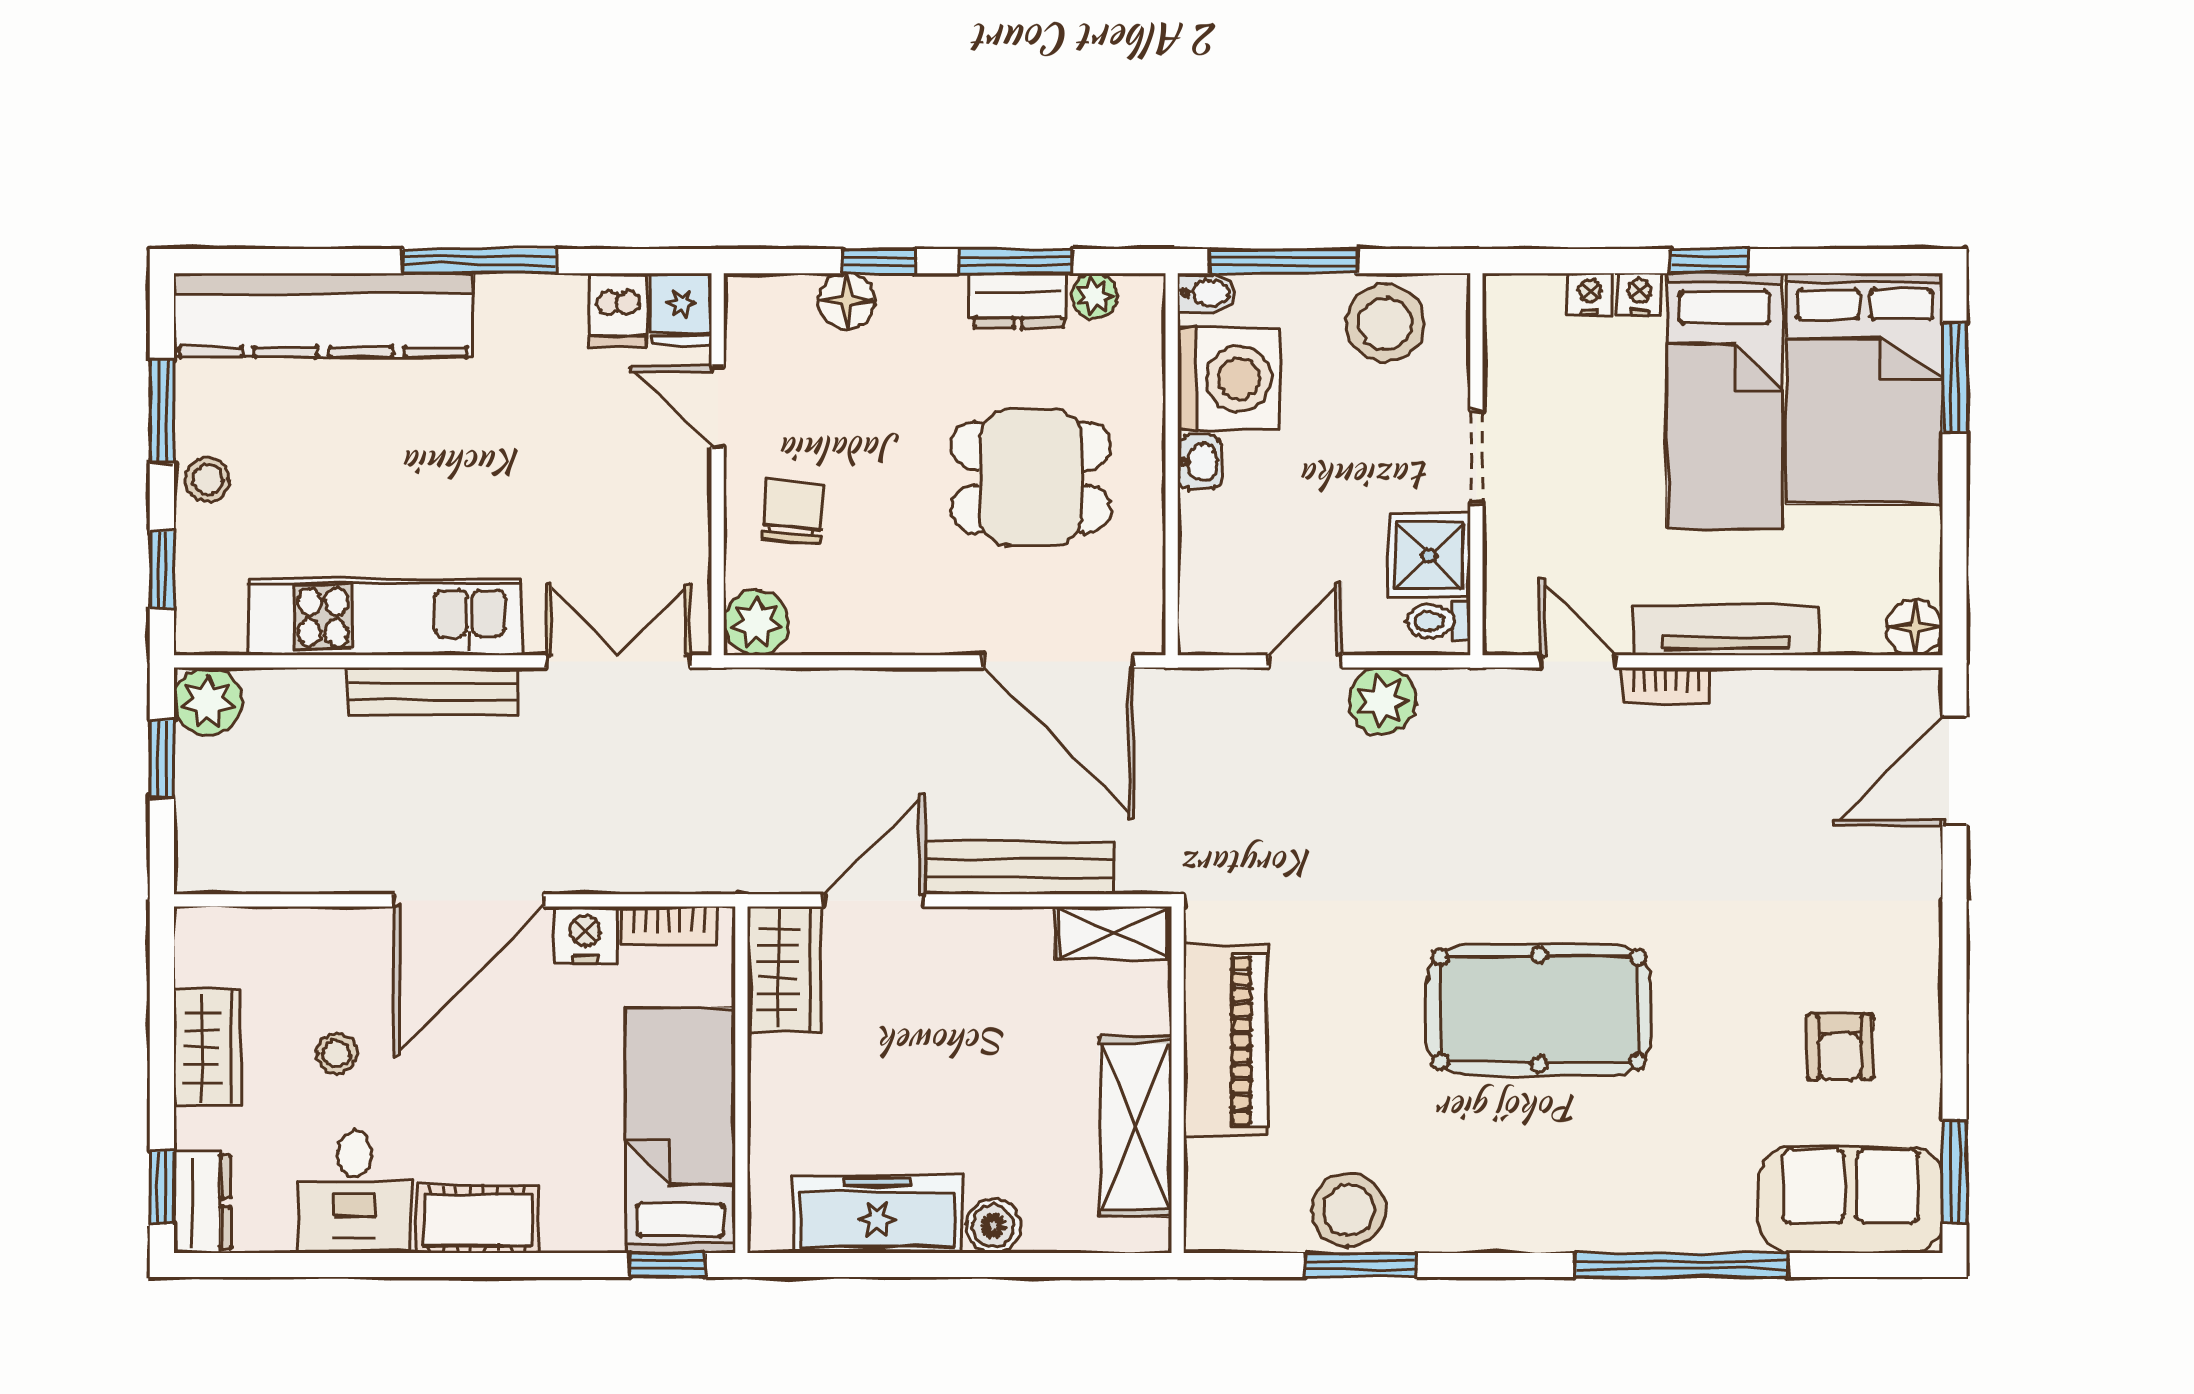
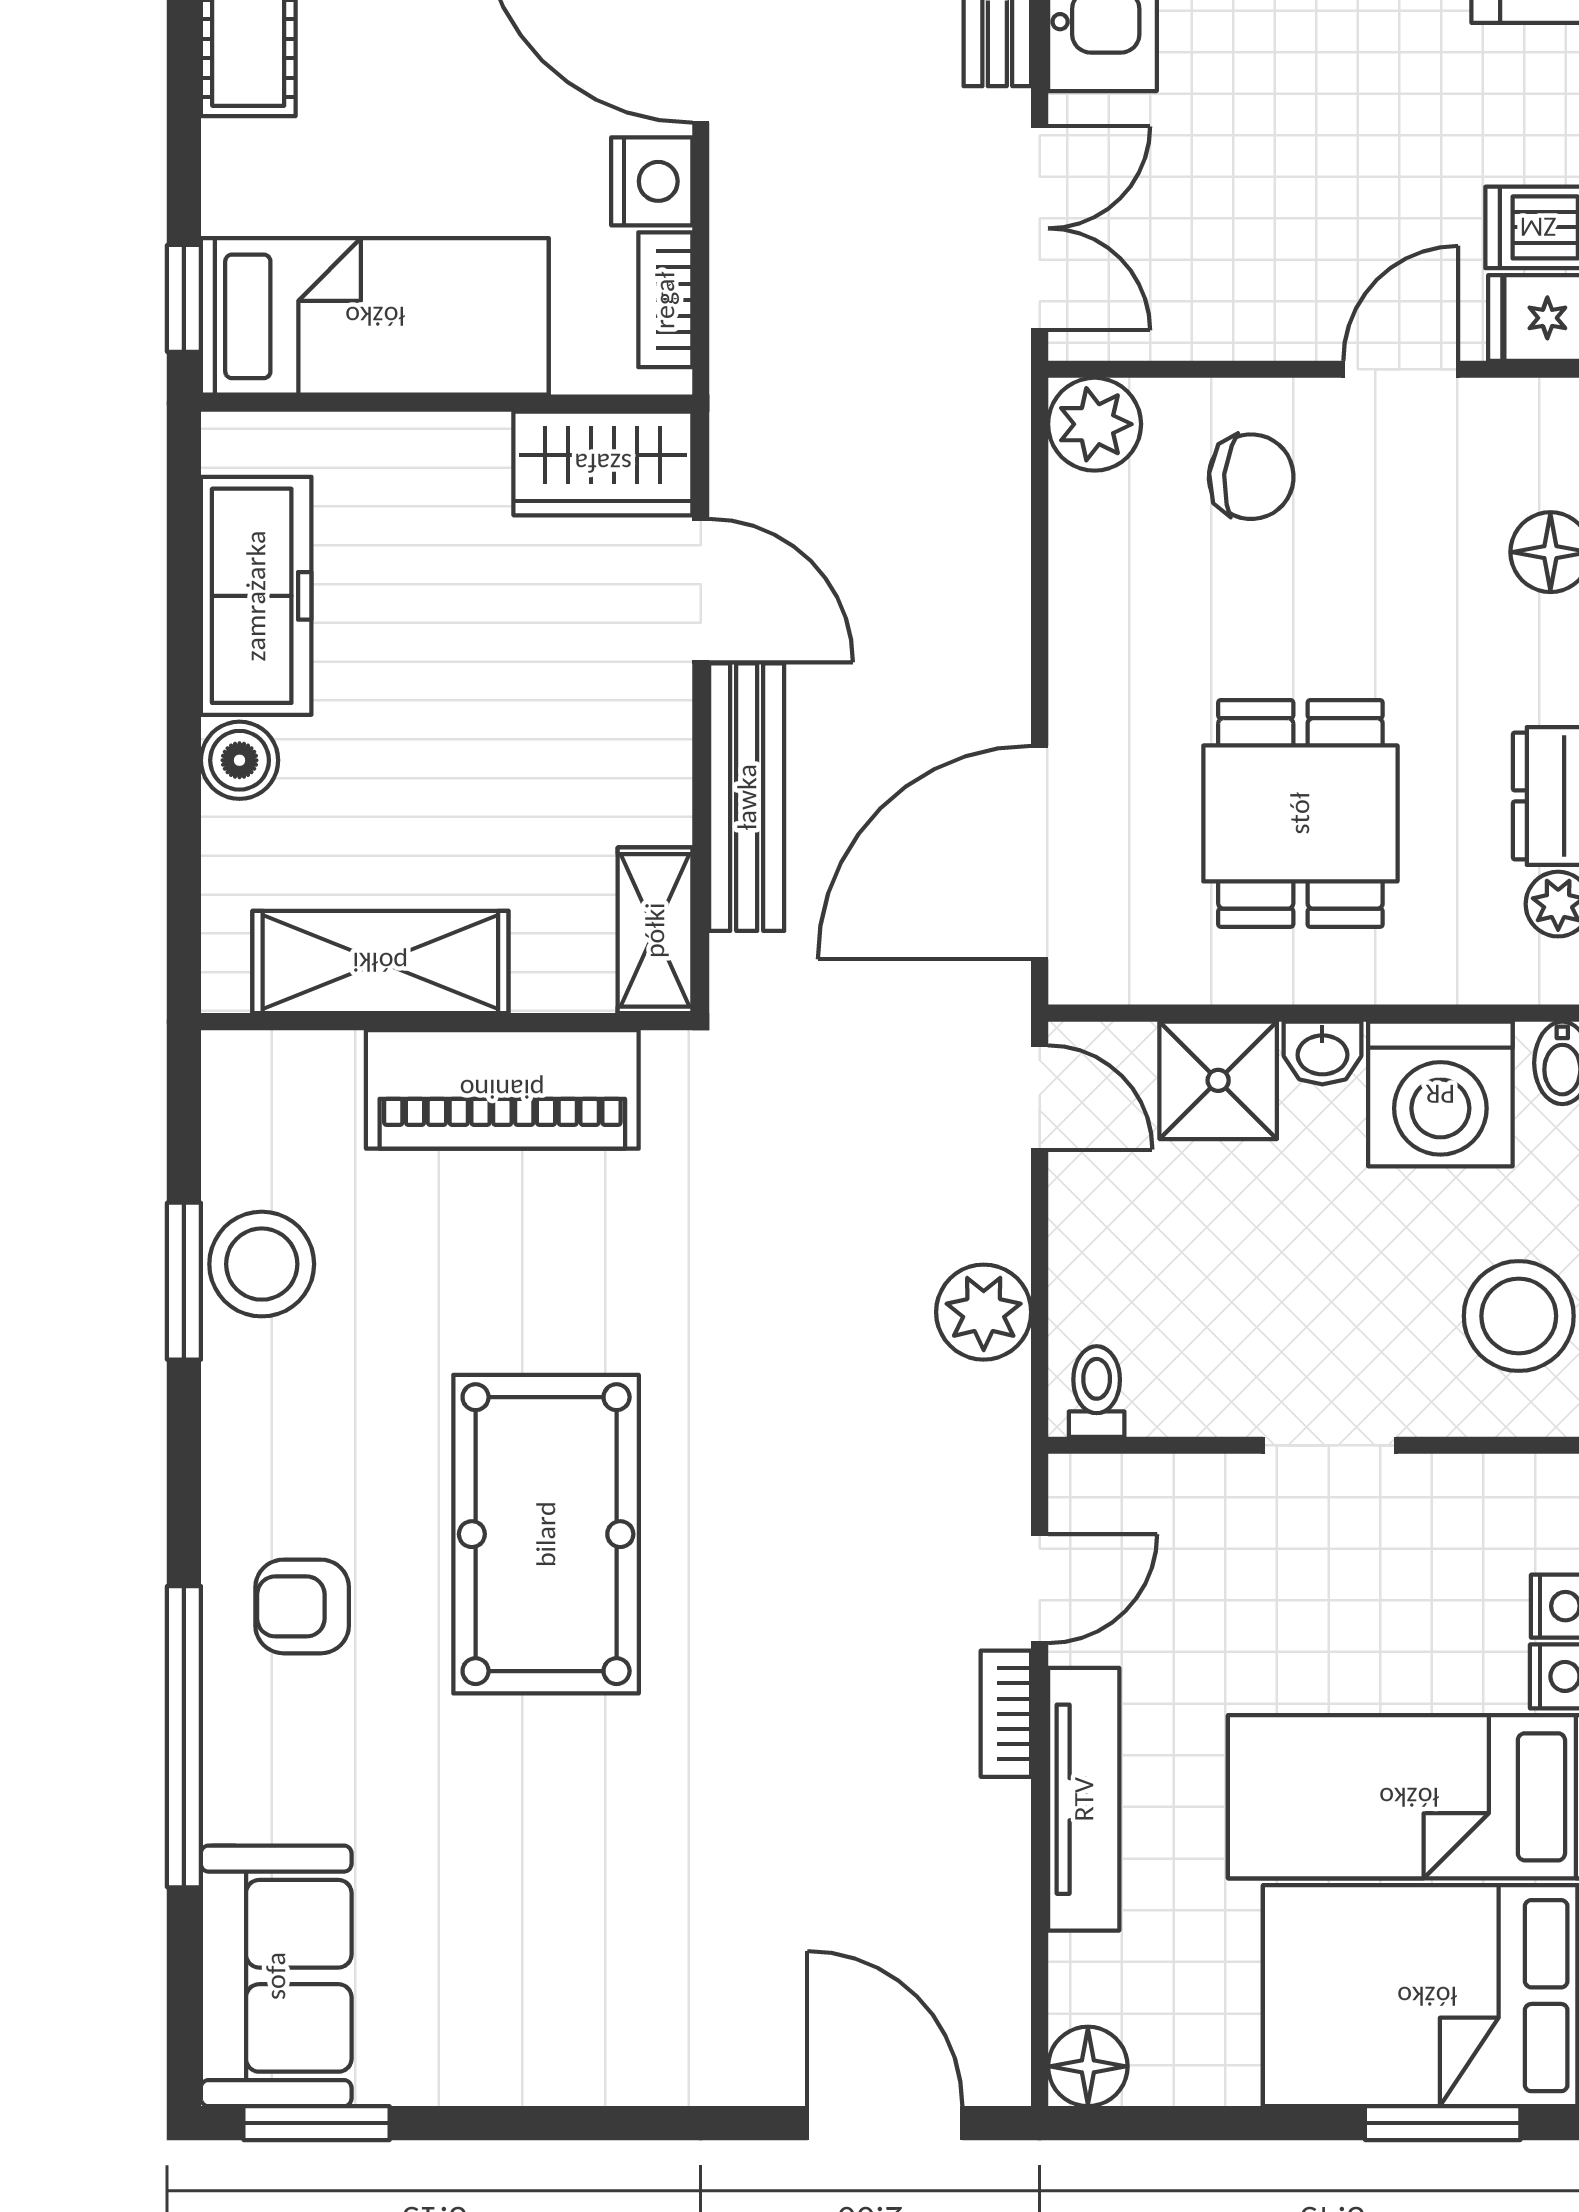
shower: (1429, 555) -> (1218, 1080), moved
door: (1305, 661) -> (1040, 1098), moved
armchair: (1840, 1047) -> (302, 1606), moved

